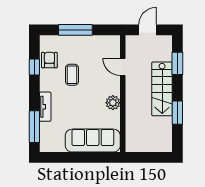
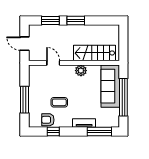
door: (123, 67) -> (53, 63), swing flipped
stairs: (162, 89) -> (94, 53), moved, turned 180
window: (177, 113) -> (76, 21), moved
window: (78, 157) -> (123, 97), added

